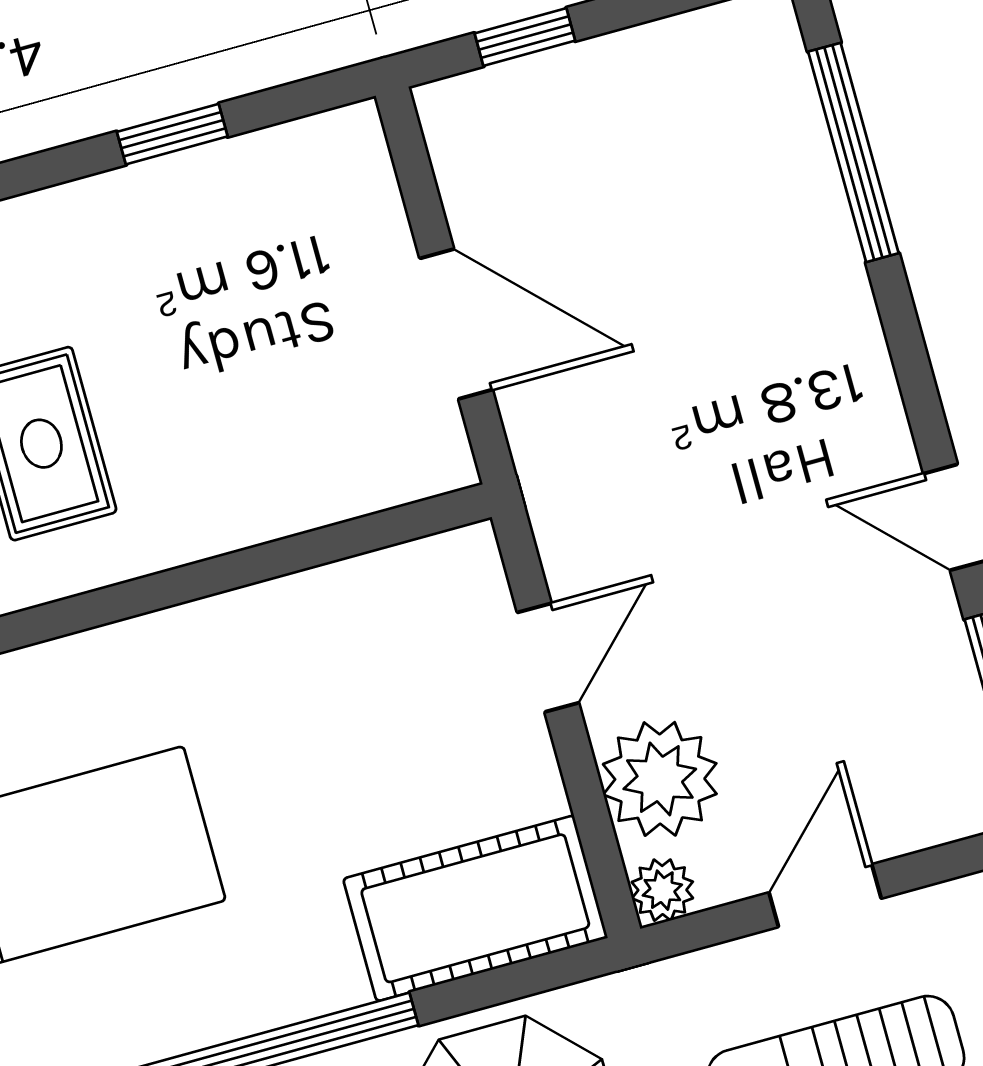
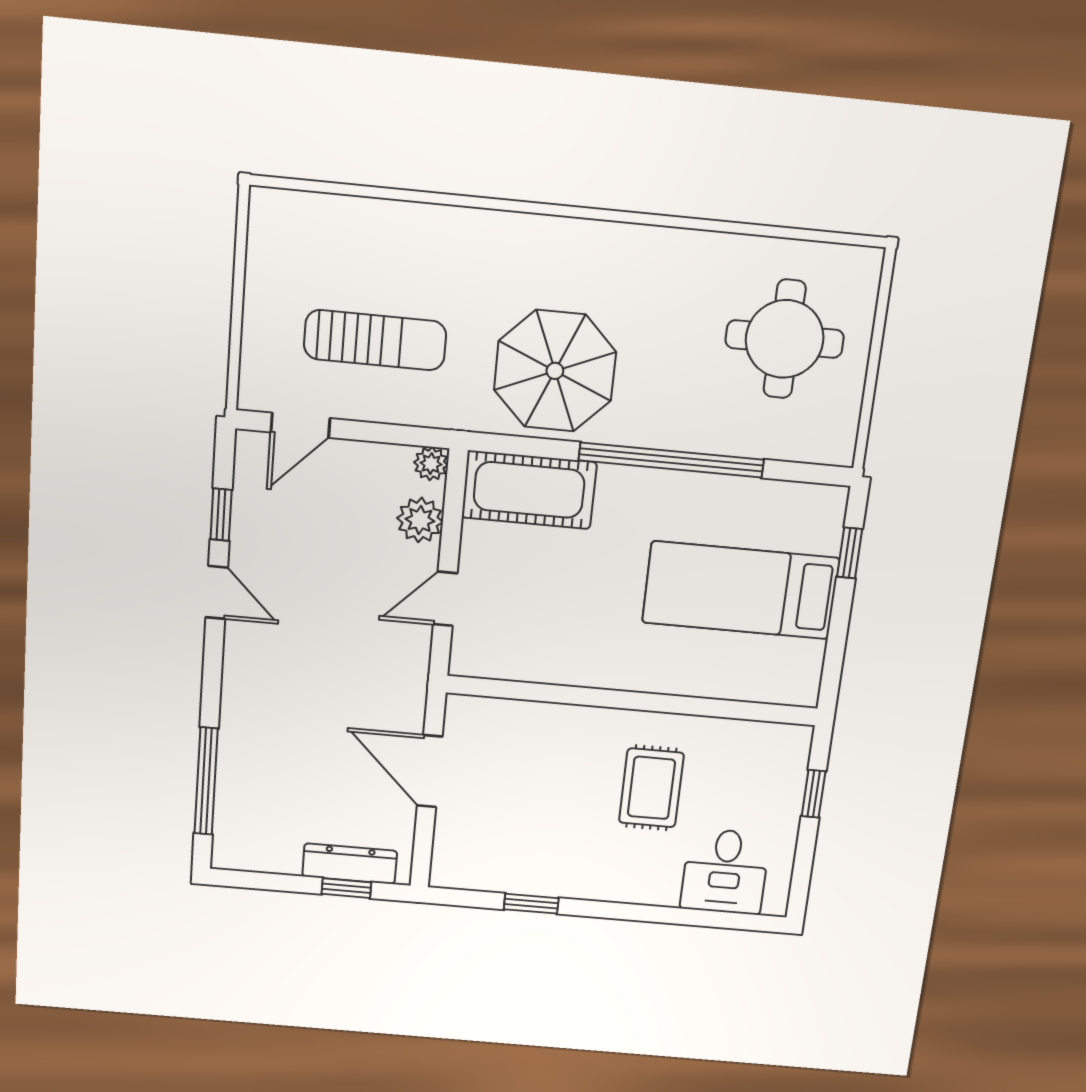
dresser: (536, 88) -> (350, 864), added
plant: (660, 779) -> (420, 520), width x0.73, depth x0.73
door: (825, 896) -> (300, 425), moved

